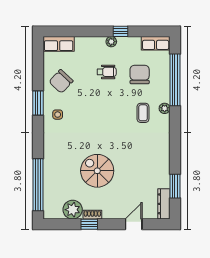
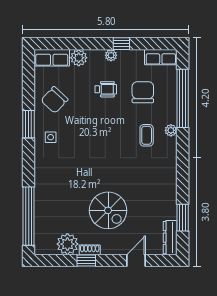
plant: (83, 44) -> (79, 58), added
spiral stairs: (97, 171) -> (108, 210), moved, turned 180

